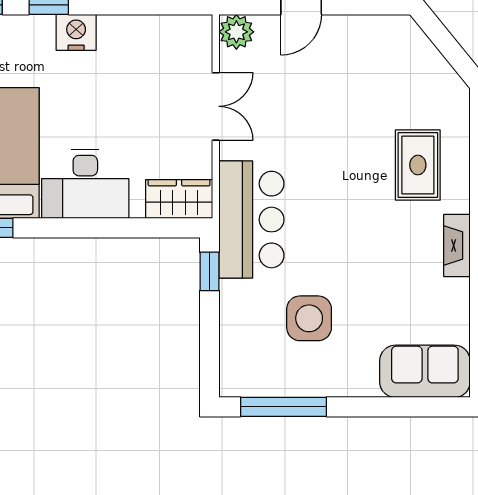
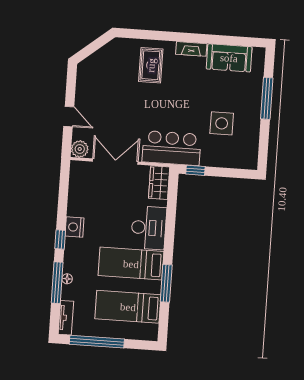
double door: (216, 106) -> (115, 162), width x1.37
rug: (418, 165) -> (151, 65), turned 90
sofa: (425, 371) -> (229, 58), moved, turned -90
window: (284, 407) -> (267, 98), moved

